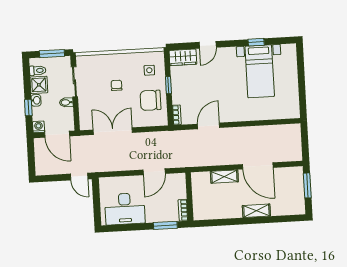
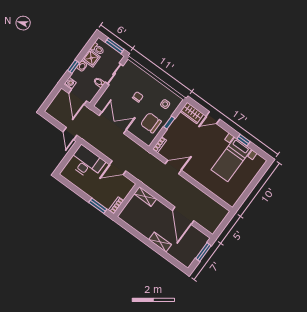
shelving: (224, 177) -> (145, 196), moved
desk: (125, 209) -> (86, 163), moved, turned 180

